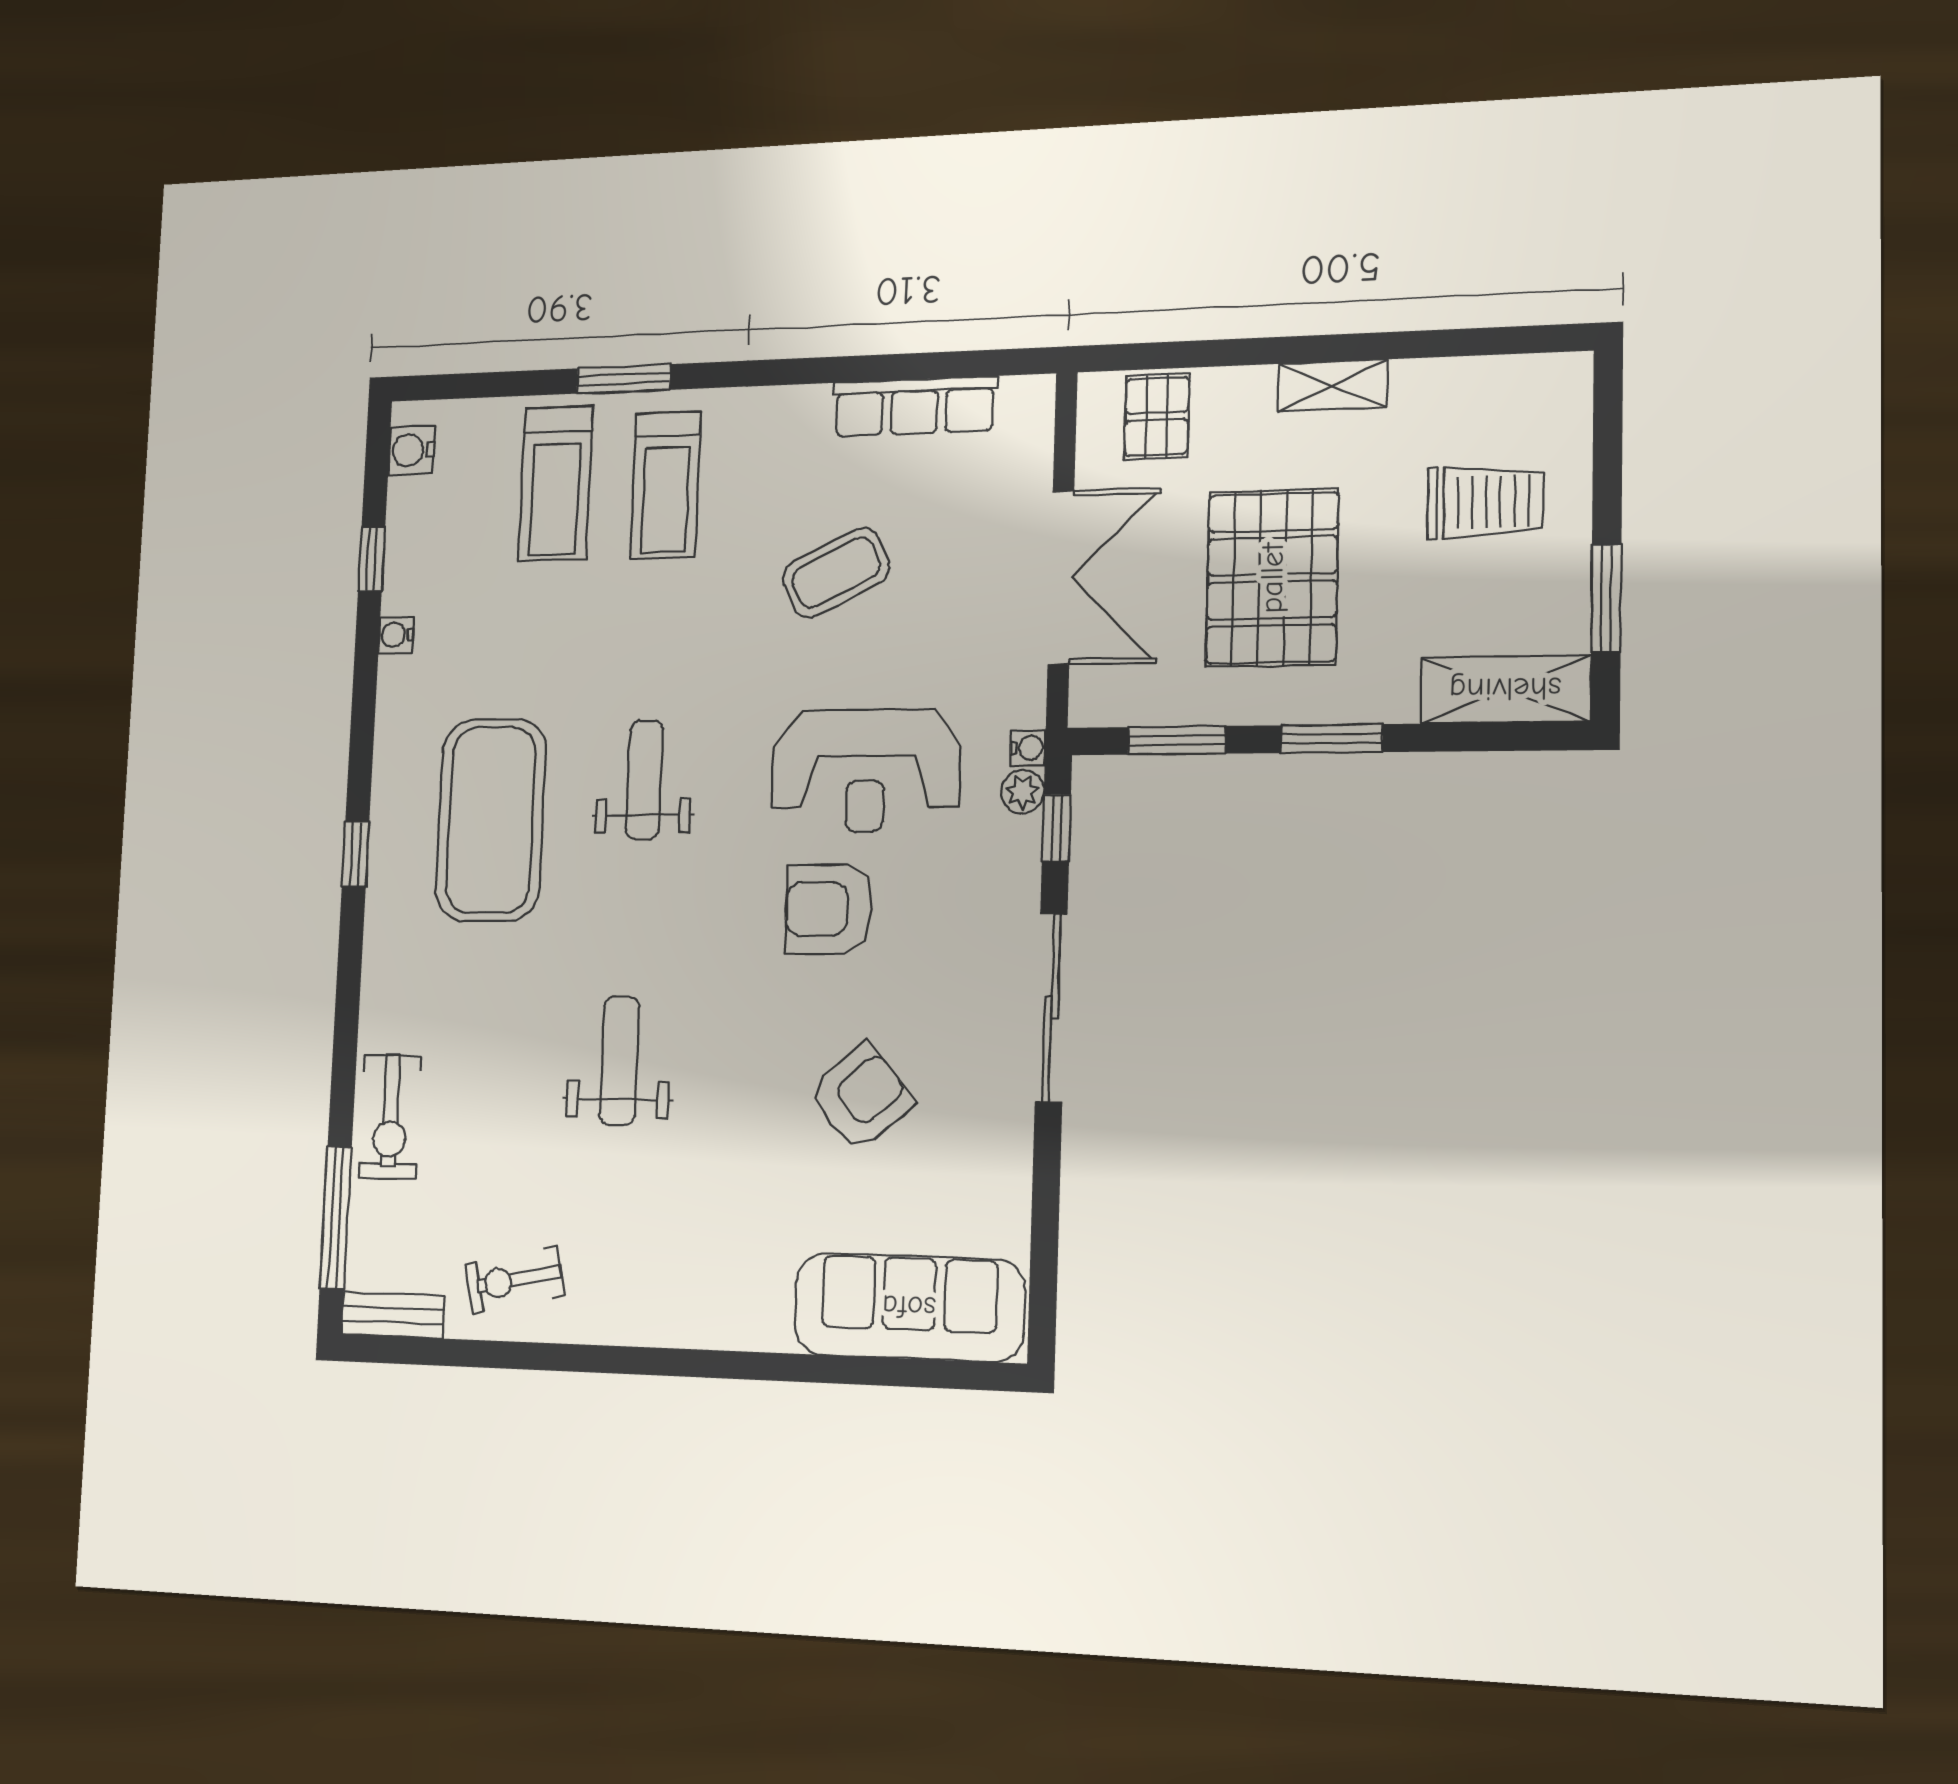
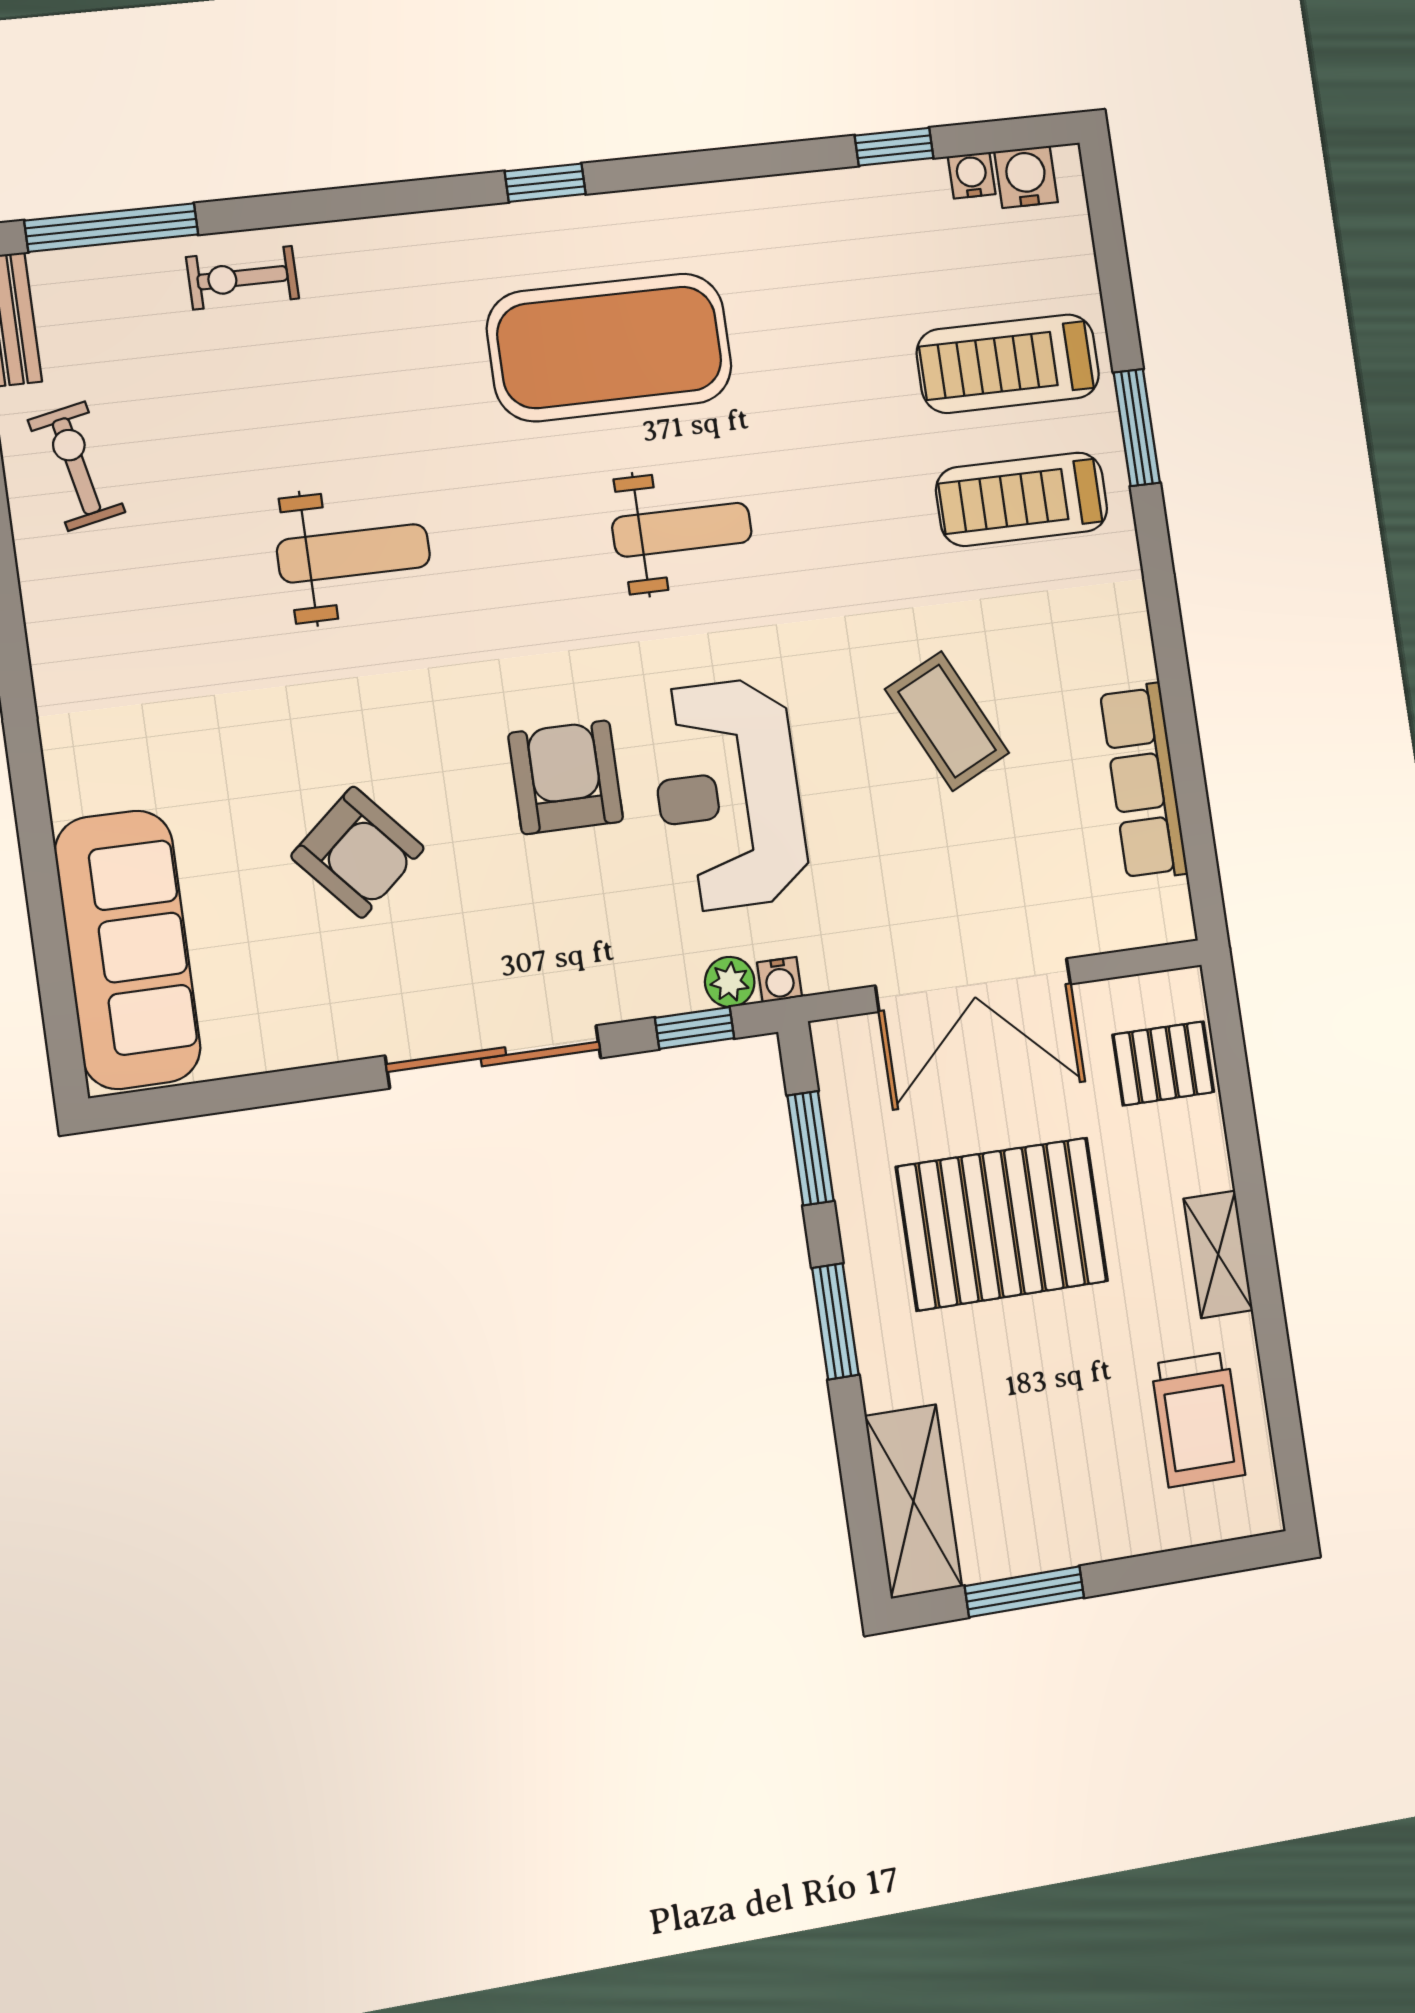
trolley: (1485, 502) -> (1198, 1420), moved
water cooler: (396, 635) -> (972, 175), moved
exercise bike: (390, 1117) -> (243, 278), width x0.73, depth x0.72

